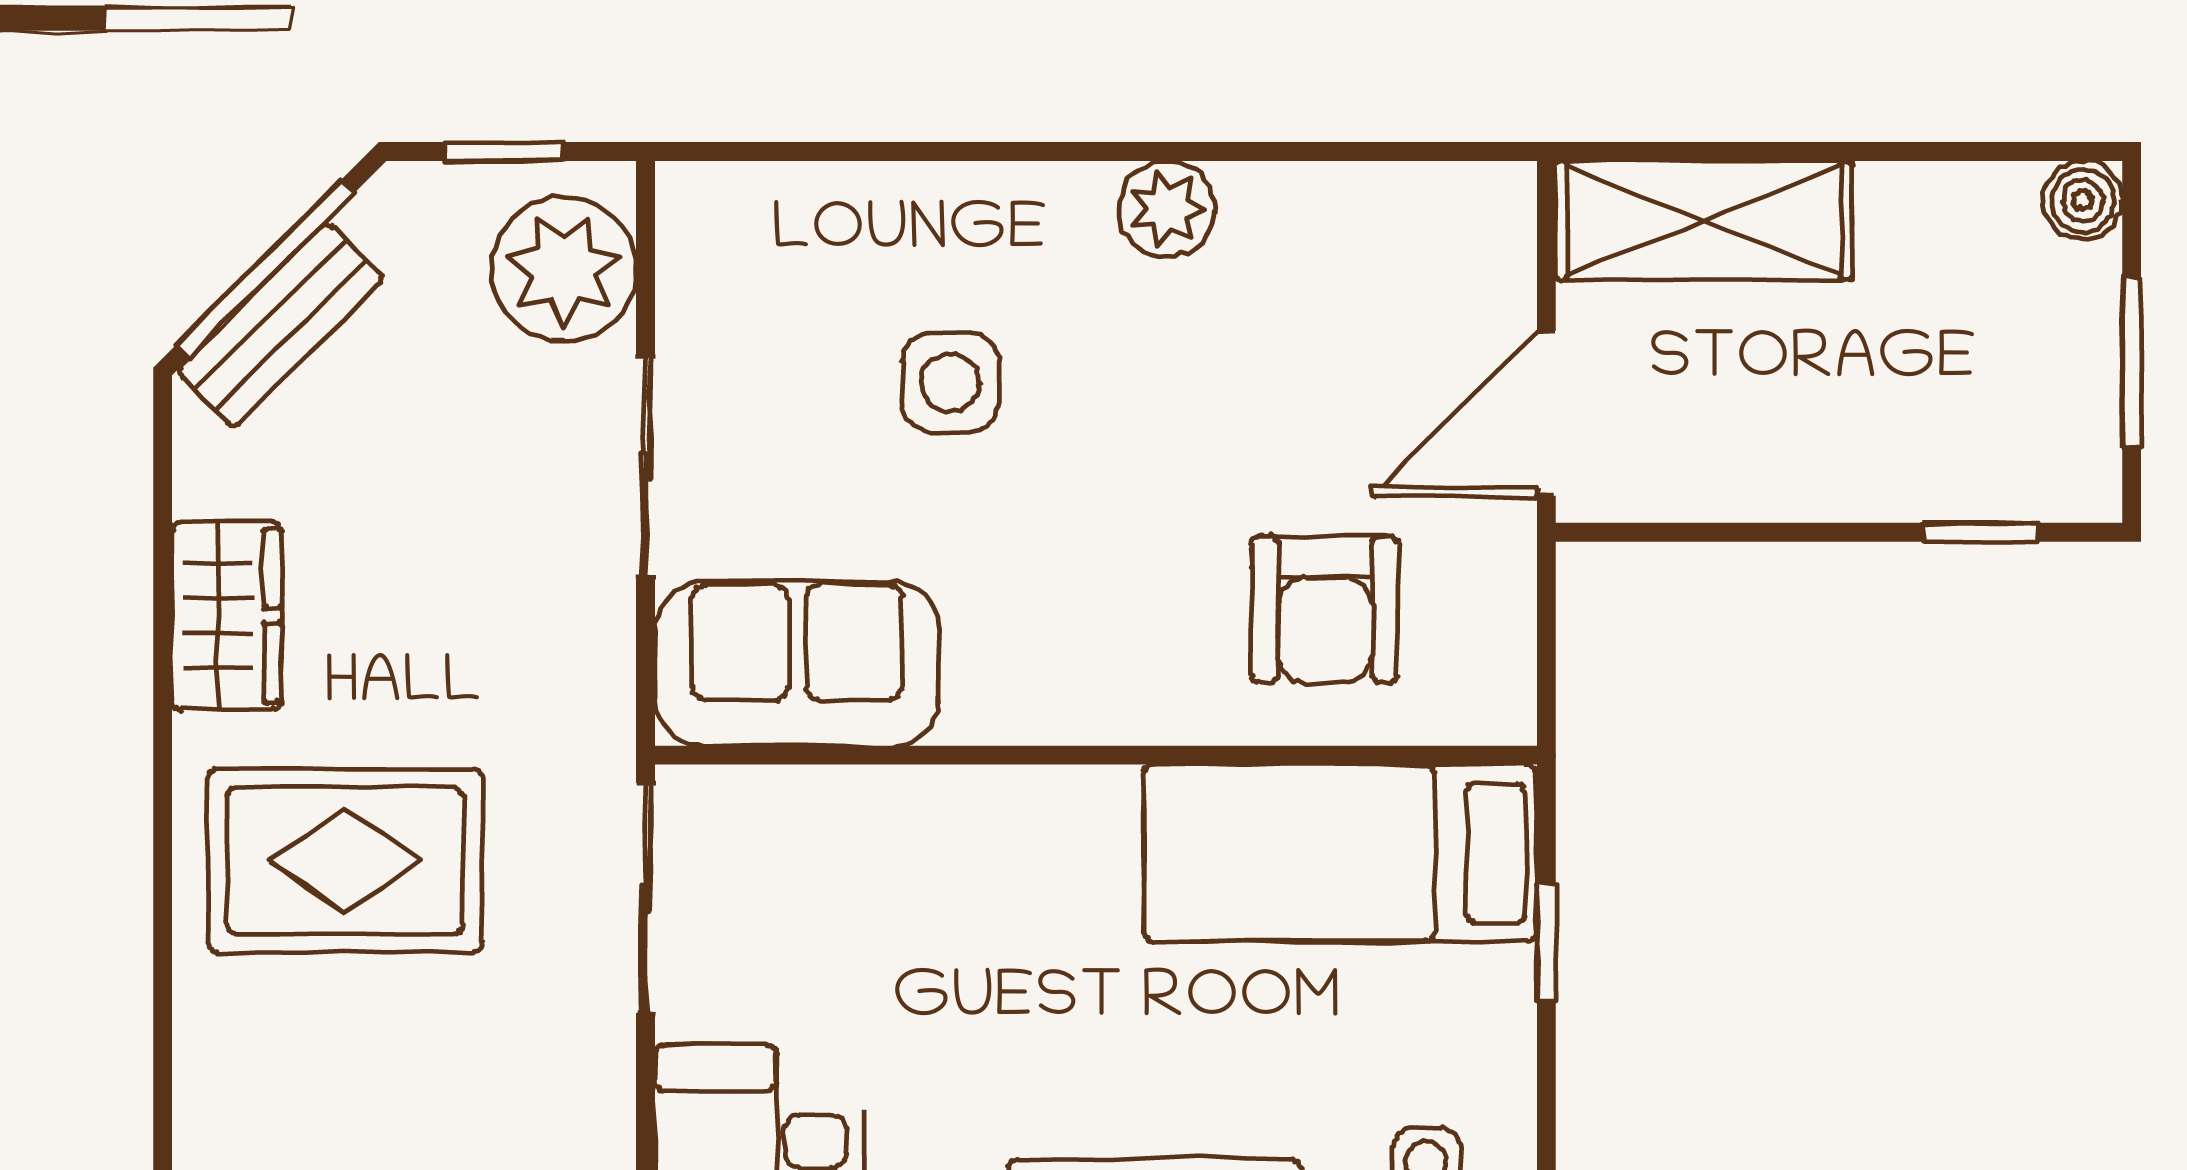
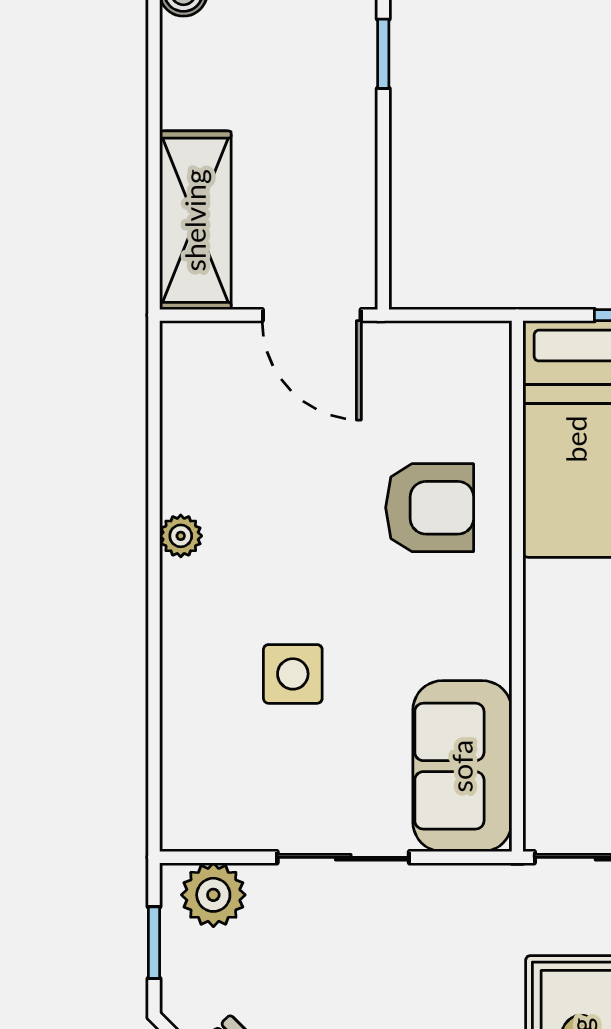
plant: (1166, 209) -> (181, 536), width x0.73, depth x0.73
plant: (564, 269) -> (213, 895), width x0.73, depth x0.73
armchair: (1325, 609) -> (430, 508), moved

